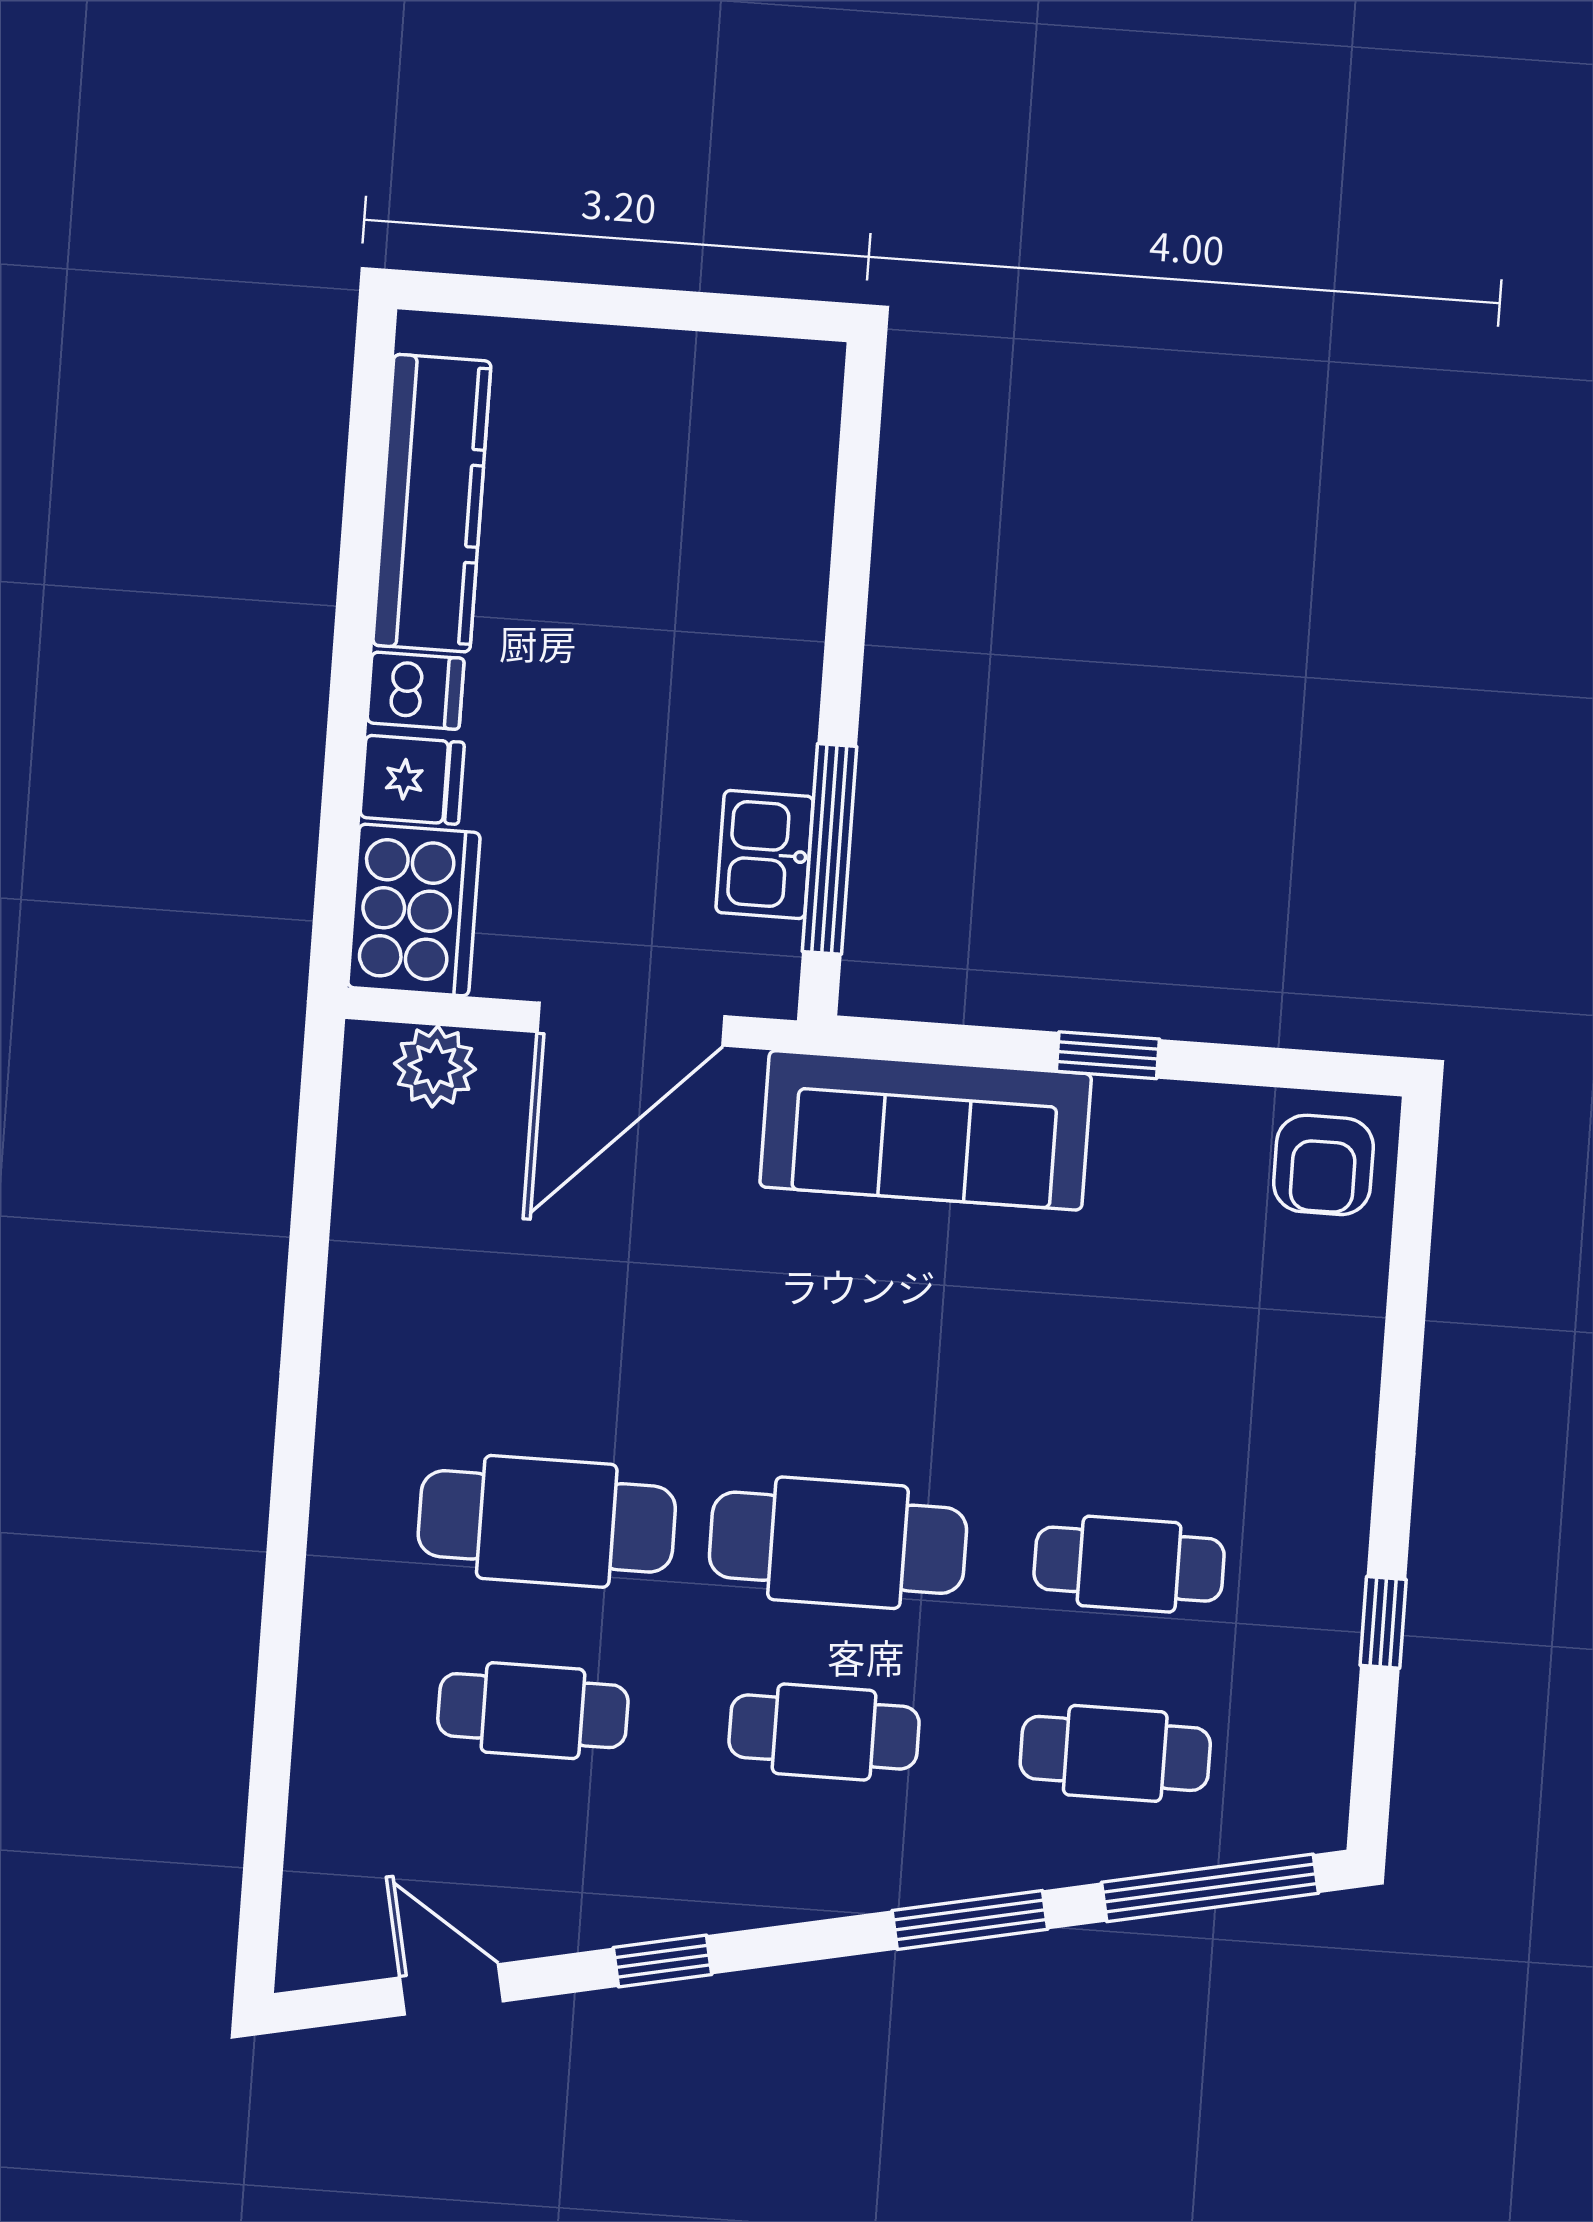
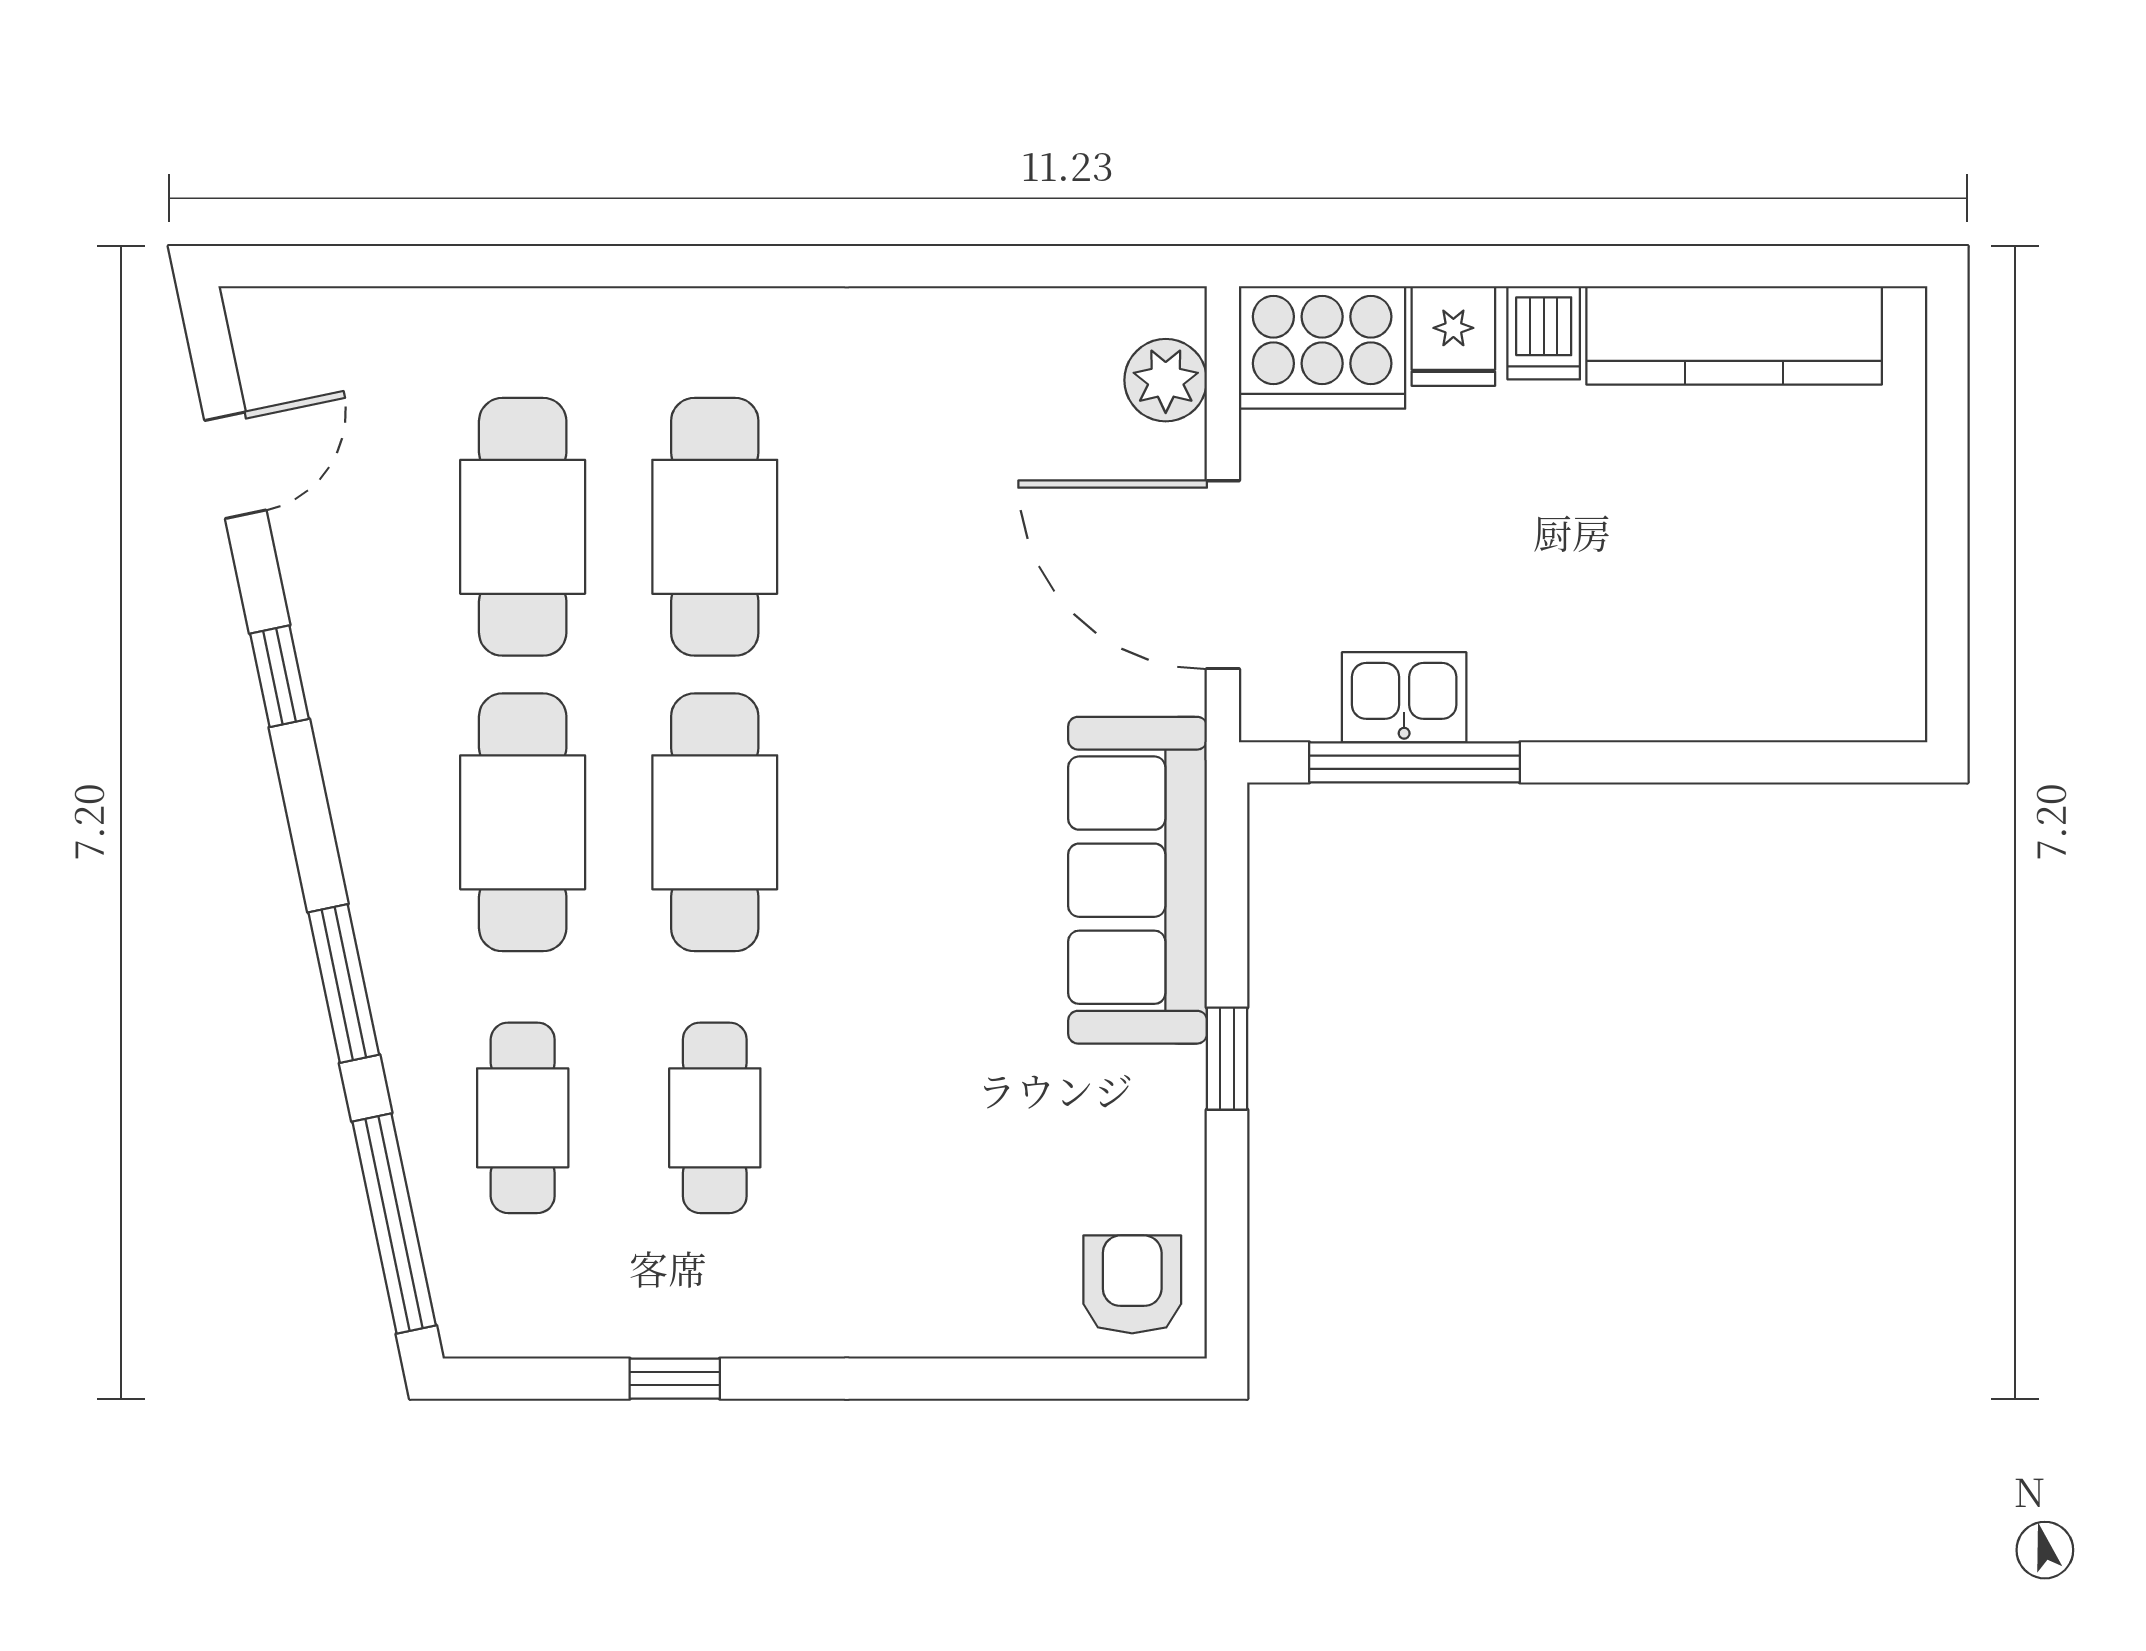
armchair: (1323, 1165) -> (1132, 1284), turned 90
cafe table: (533, 1711) -> (523, 527), width x1.37, depth x1.35
cafe table: (824, 1732) -> (523, 822), width x1.37, depth x1.35

